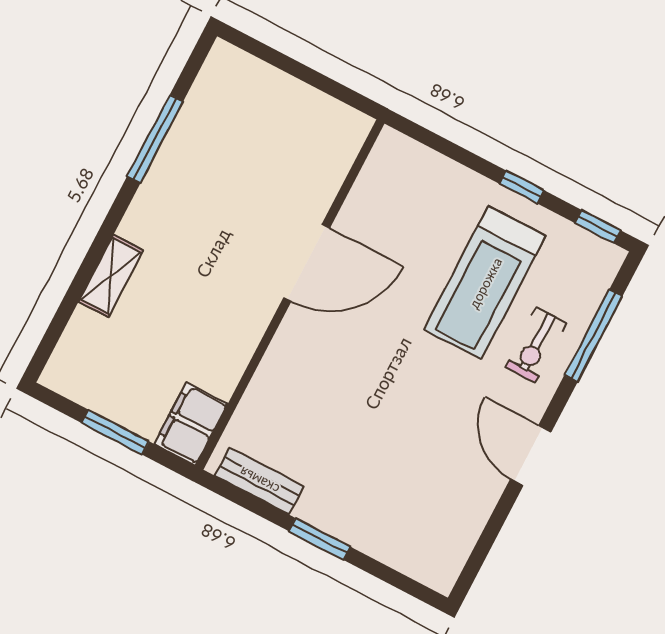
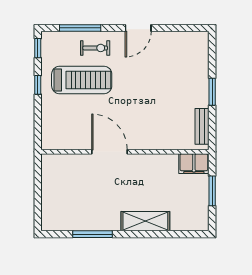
shelving: (111, 276) -> (145, 221), width x1.50, depth x1.33

